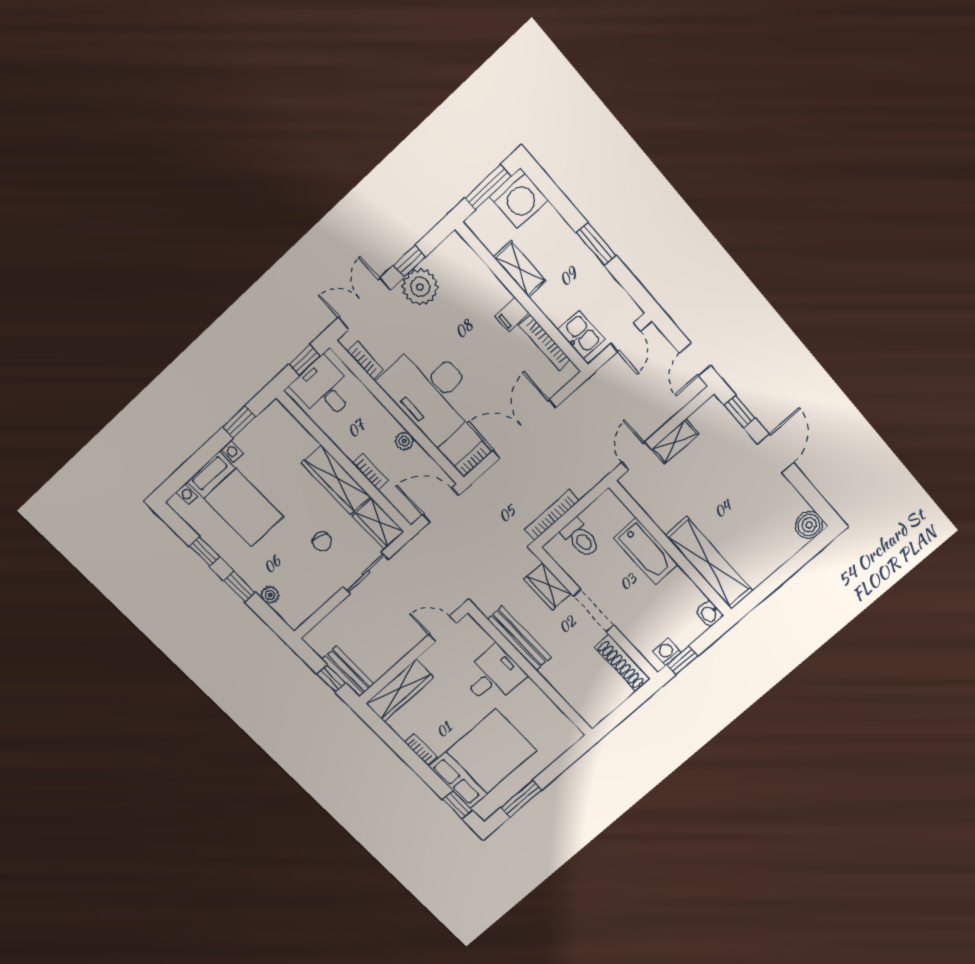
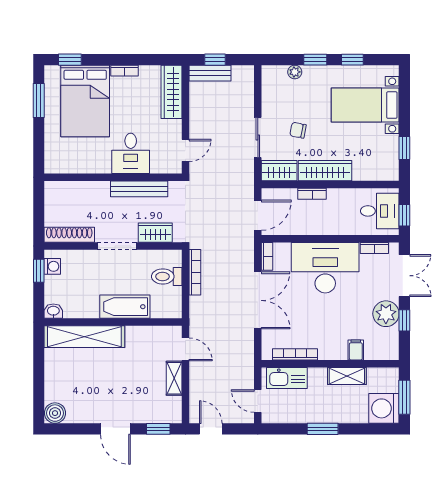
filing cabinet: (512, 315) -> (356, 350), moved
kitchen sink: (581, 335) -> (287, 378), width x1.38
plant: (404, 441) -> (312, 228), removed

